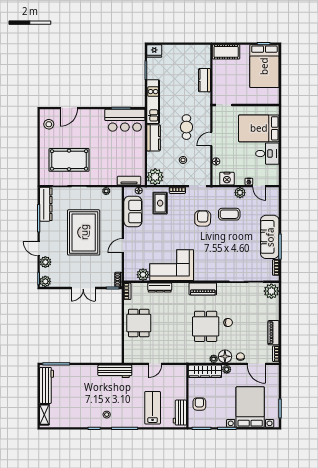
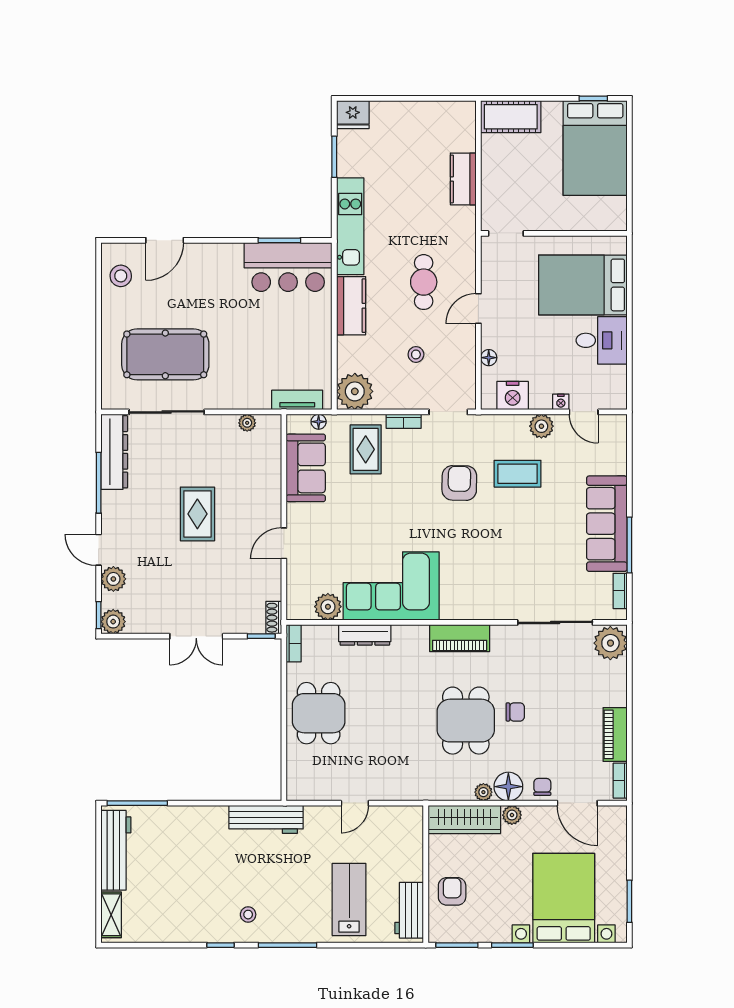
rug: (84, 232) -> (197, 514), width x0.54, depth x0.49

